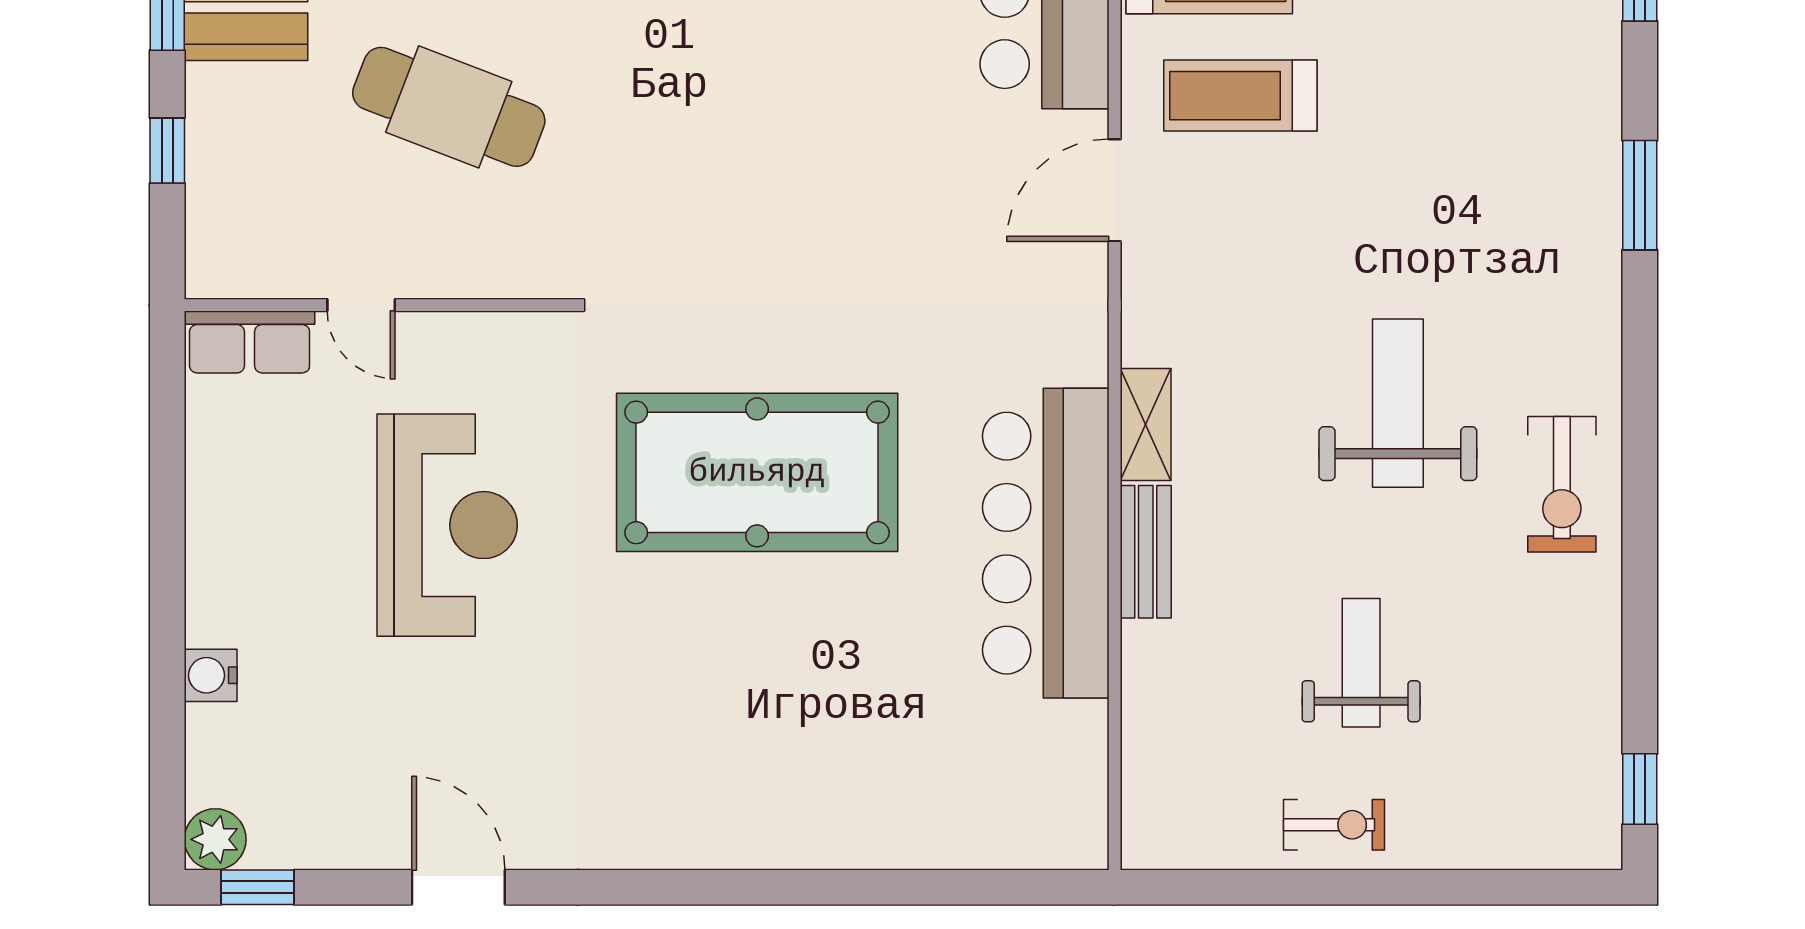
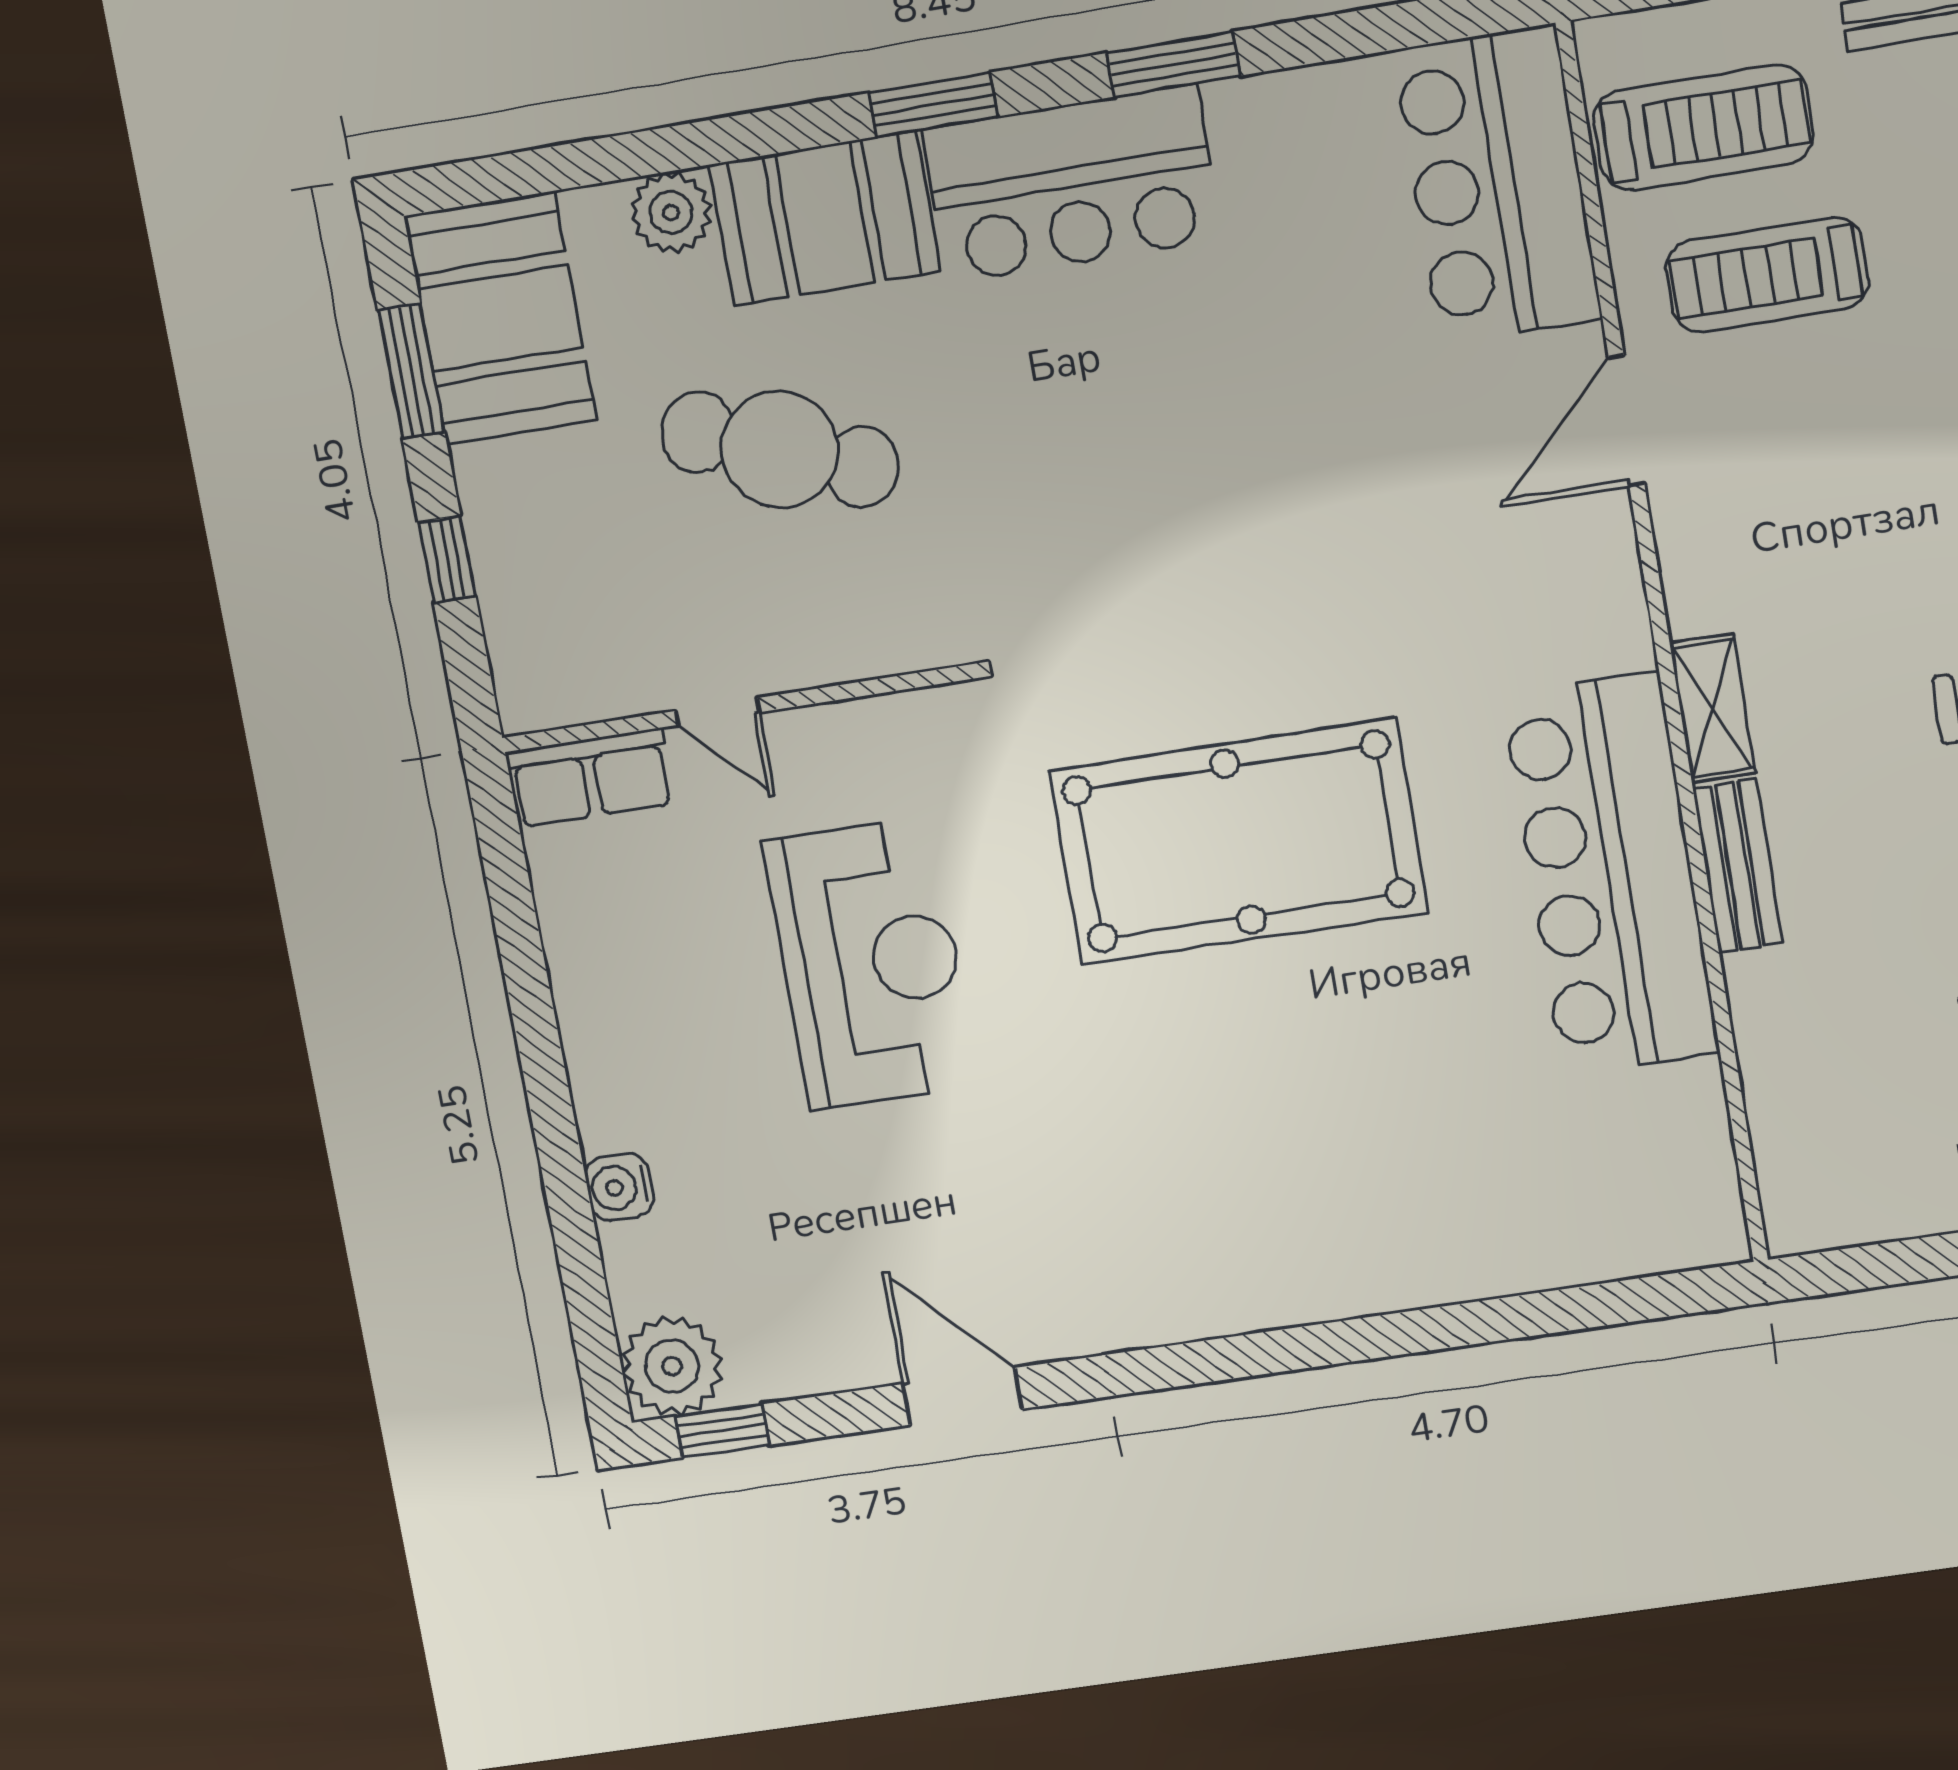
plant: (215, 839) -> (672, 1366), width x1.36, depth x1.36

